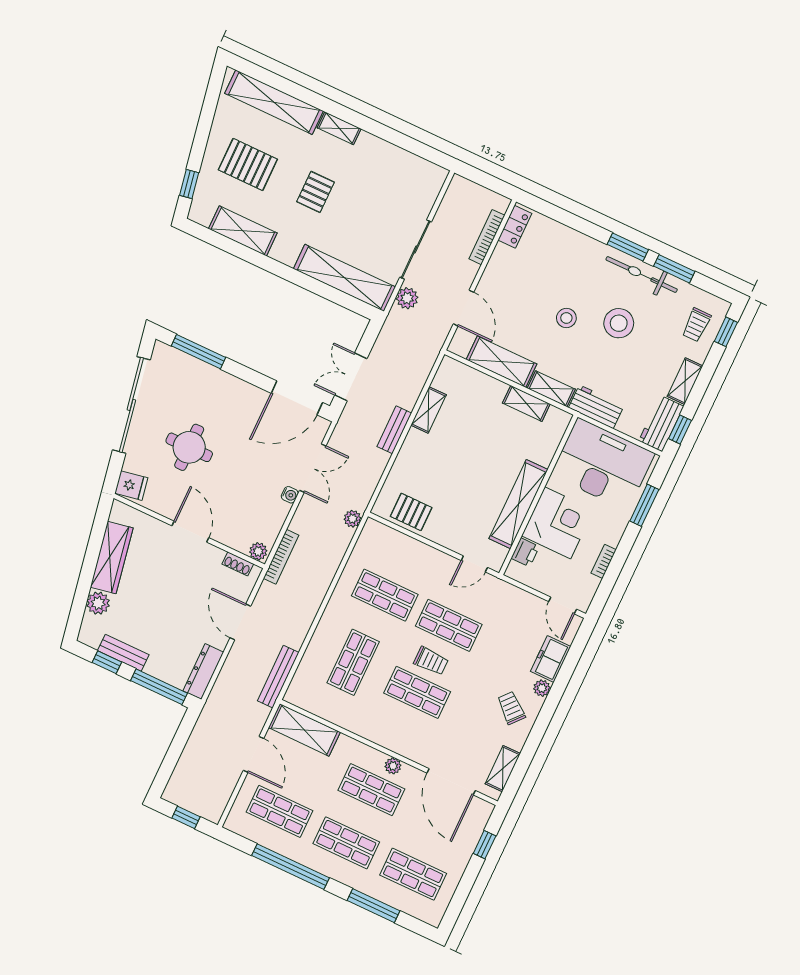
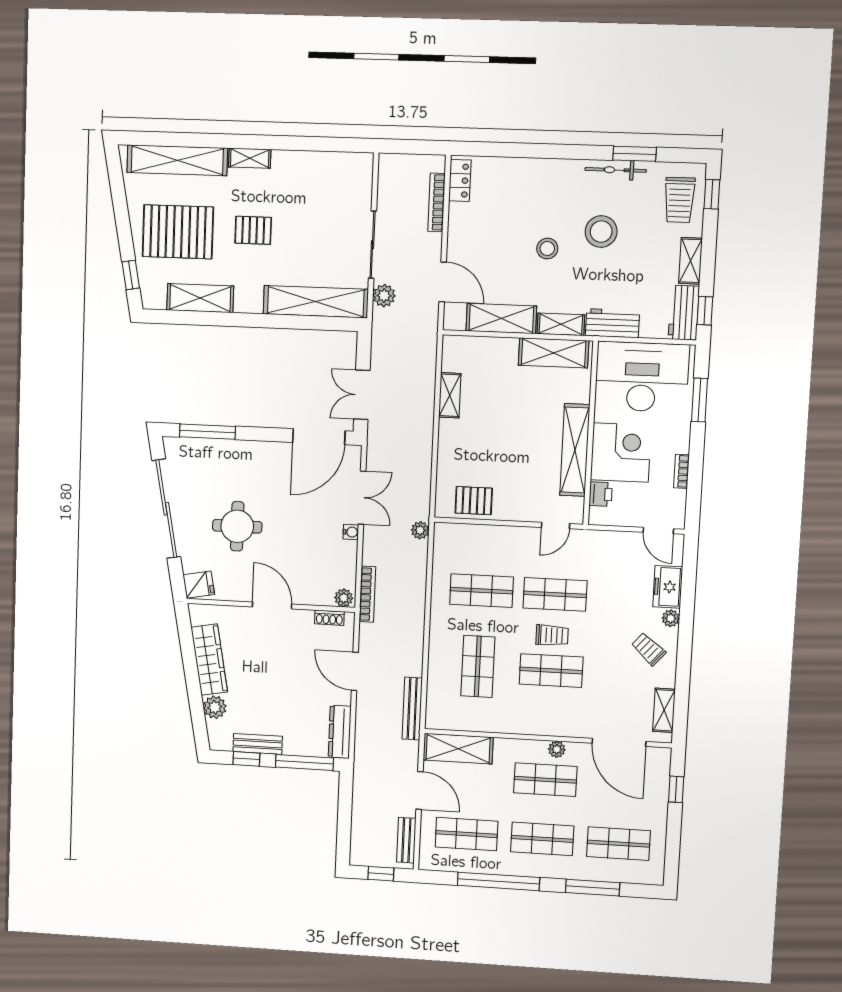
pallet: (248, 164) -> (178, 232), width x1.37, depth x1.41
pallet: (316, 192) -> (253, 230), turned 90
window: (628, 247) -> (579, 152), removed
bicycle: (642, 274) -> (616, 170), width x0.73, depth x0.71
trolley: (697, 325) -> (679, 200), width x1.36, depth x1.39
shelving: (526, 403) -> (554, 353), width x1.50, depth x1.33
bench: (394, 430) -> (406, 840), moved

